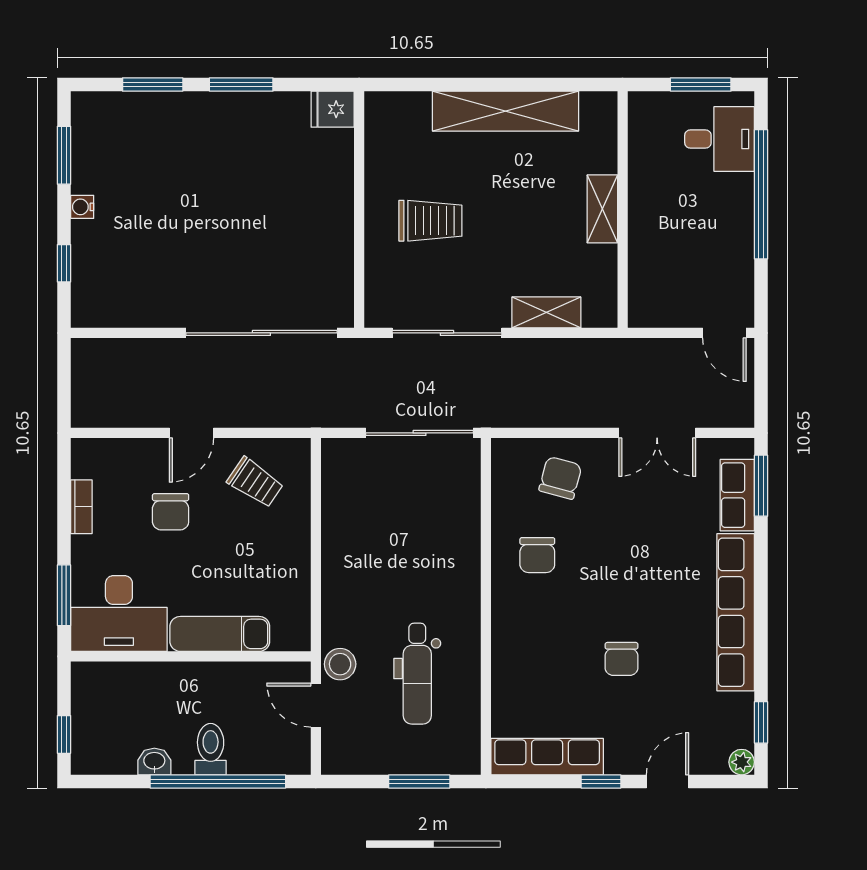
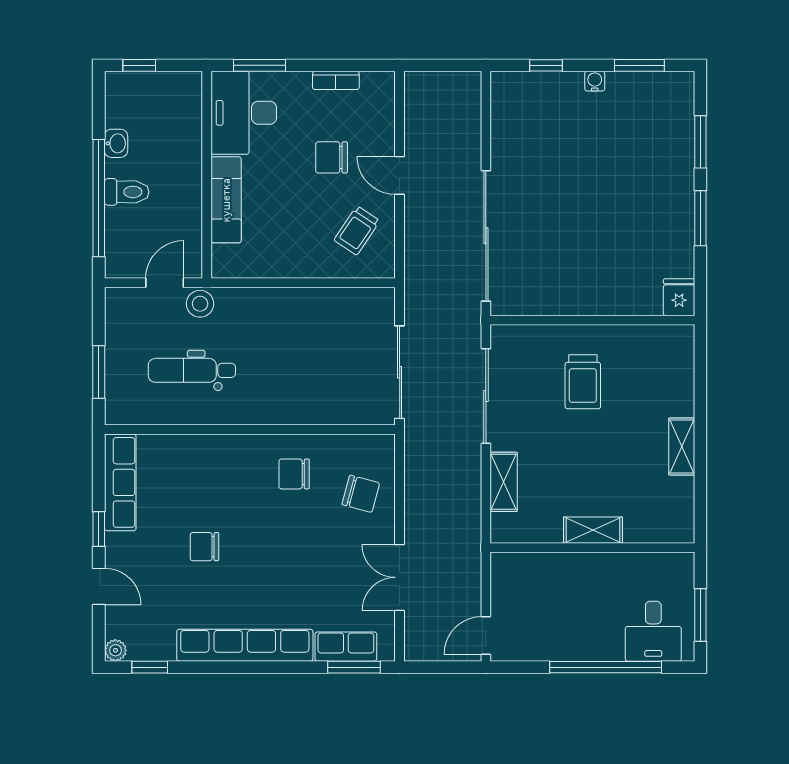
shelving: (506, 111) -> (682, 447), width x0.45, depth x0.75

